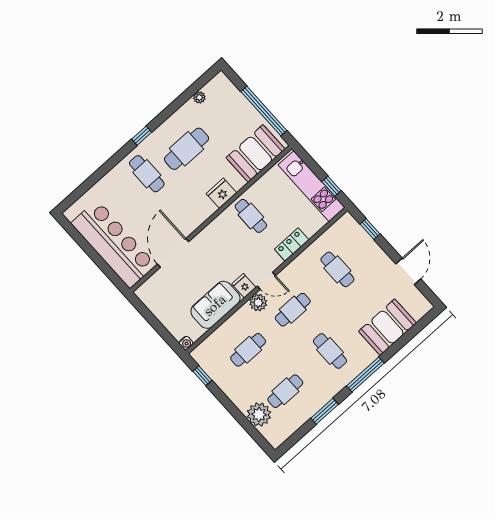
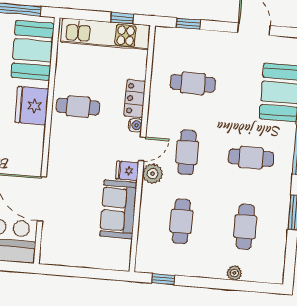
fridge: (221, 193) -> (32, 106), width x1.36, depth x1.34
water cooler: (186, 343) -> (135, 125), moved
plant: (259, 414) -> (234, 273), width x0.53, depth x0.53

